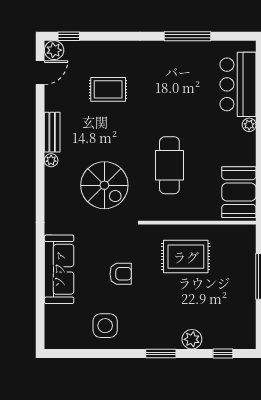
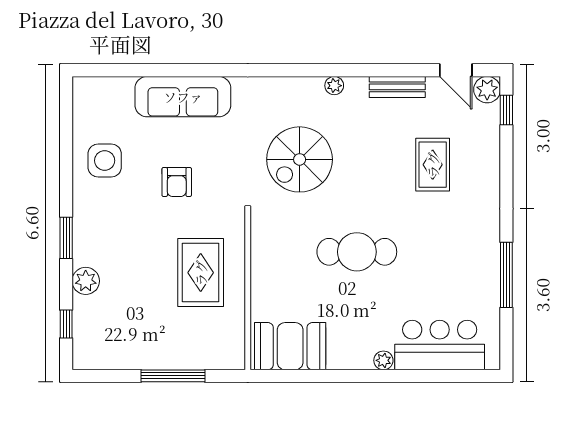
bench: (52, 132) -> (397, 87), moved
cafe table: (169, 165) -> (357, 252), moved

